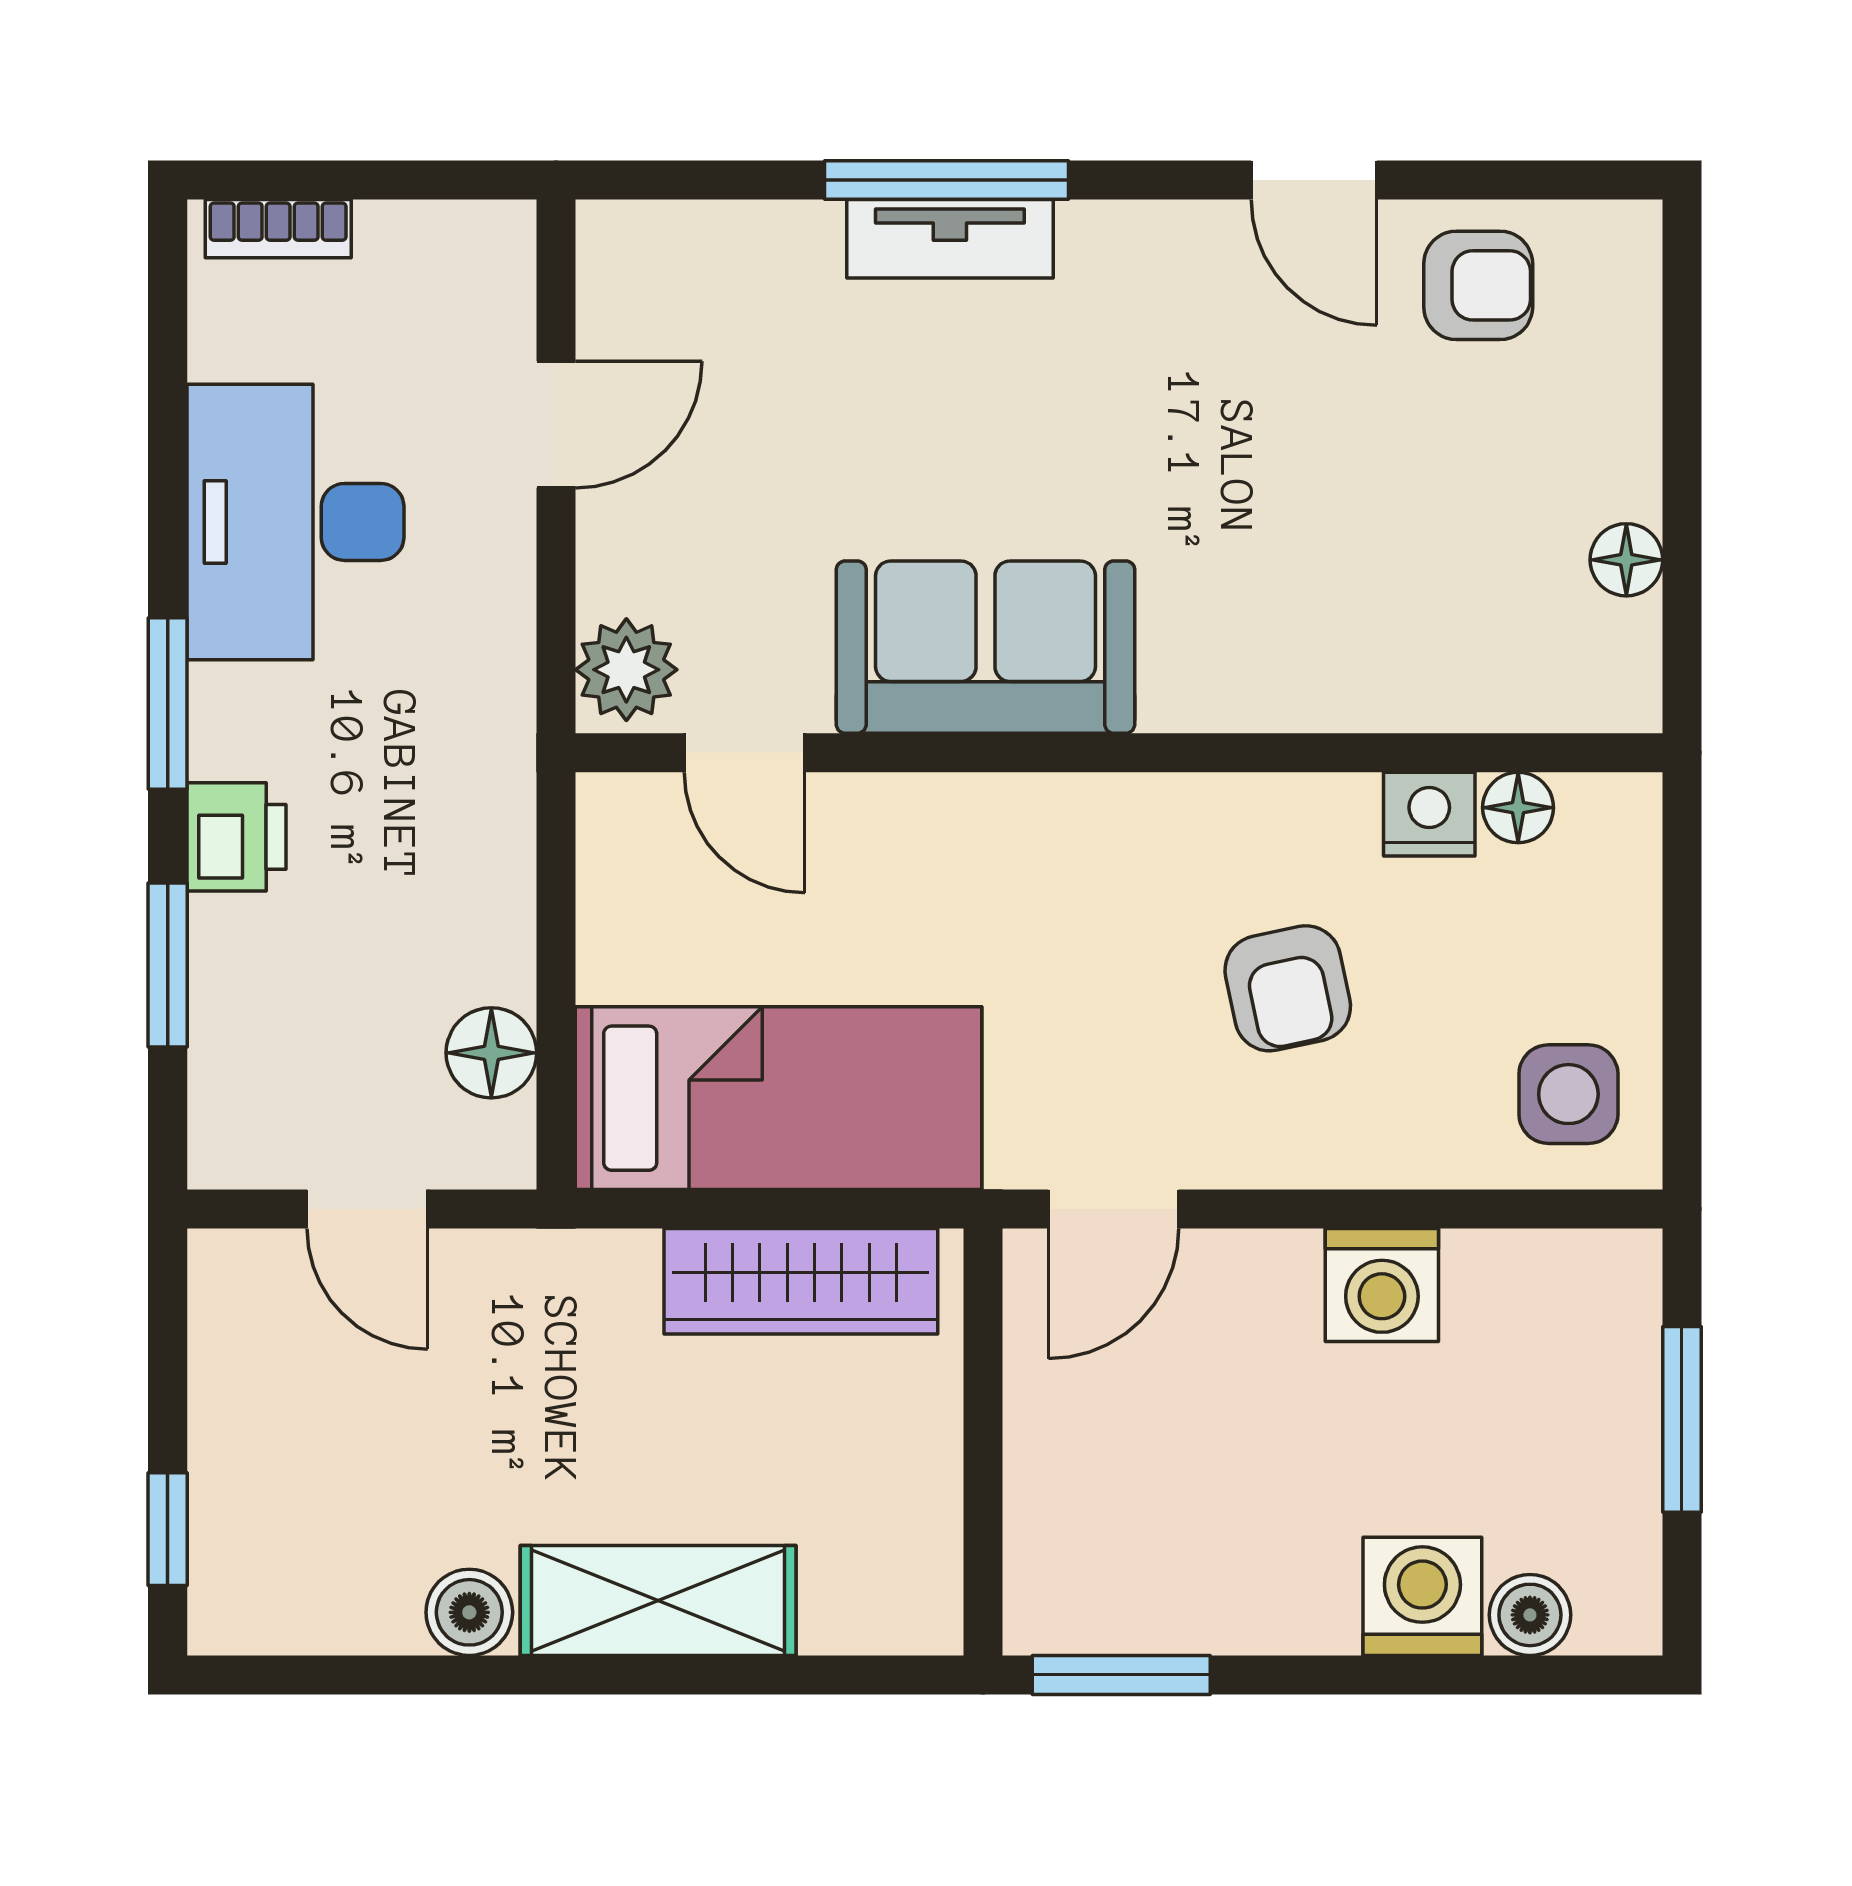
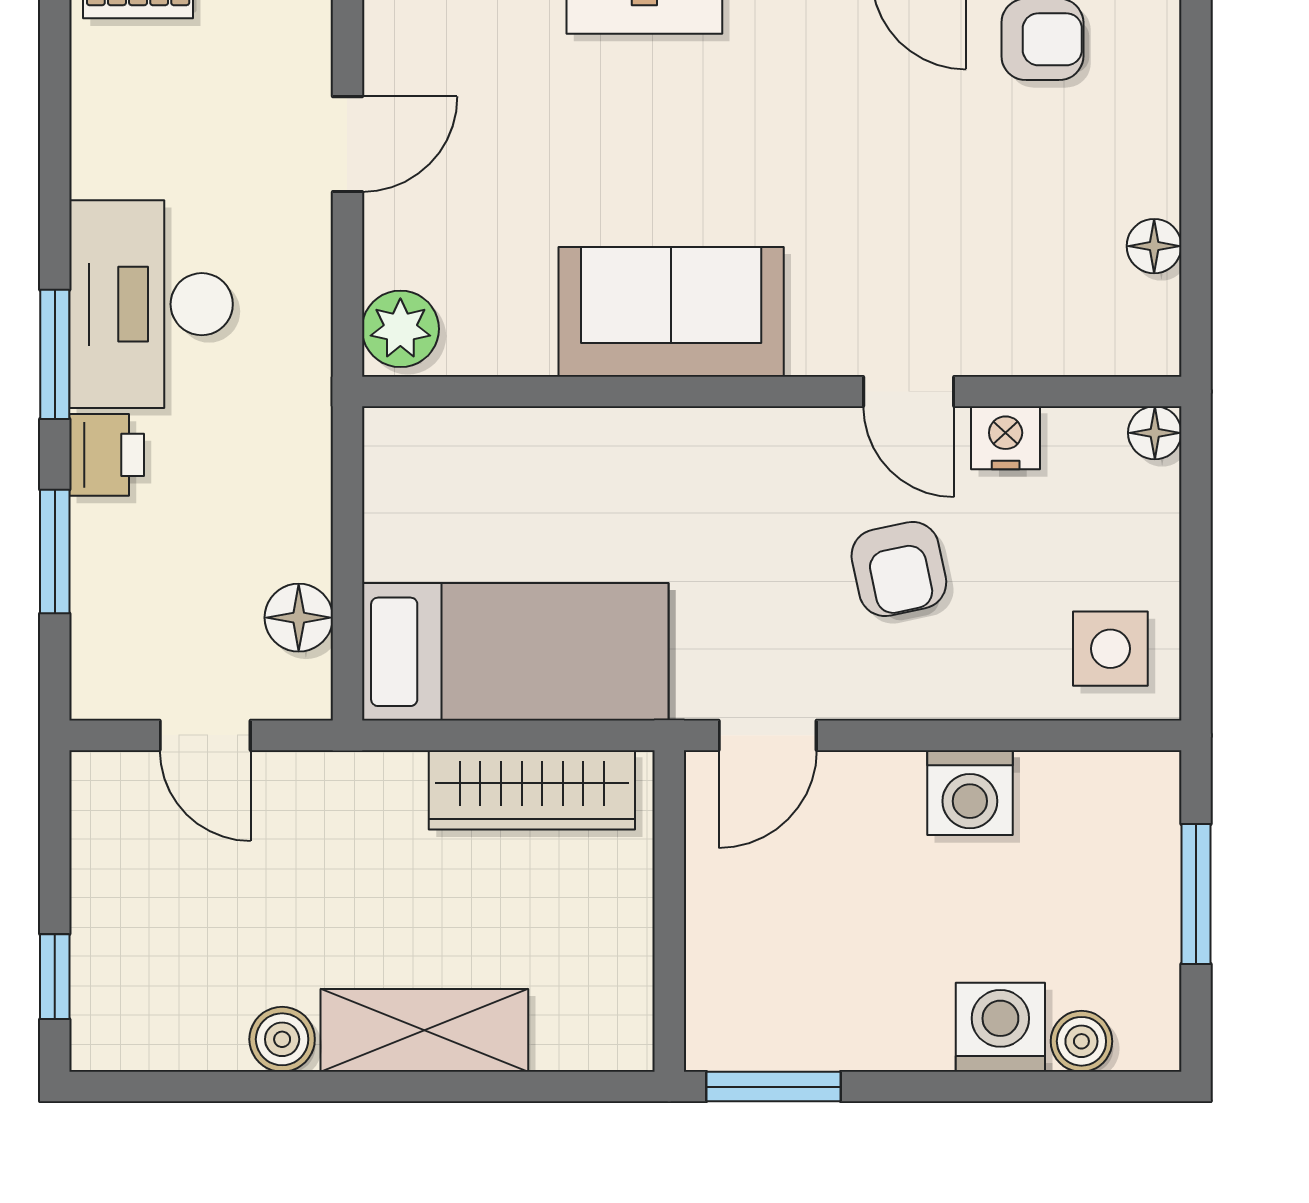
desk: (295, 522) -> (151, 304), moved
door: (744, 753) -> (909, 392), moved
floor lamp: (1518, 808) -> (1155, 433), moved

